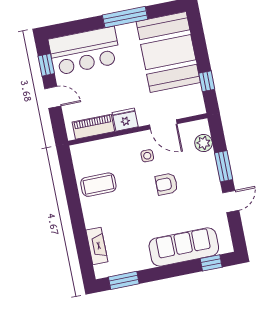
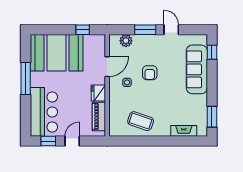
coffee table: (98, 185) -> (141, 121), turned -71

